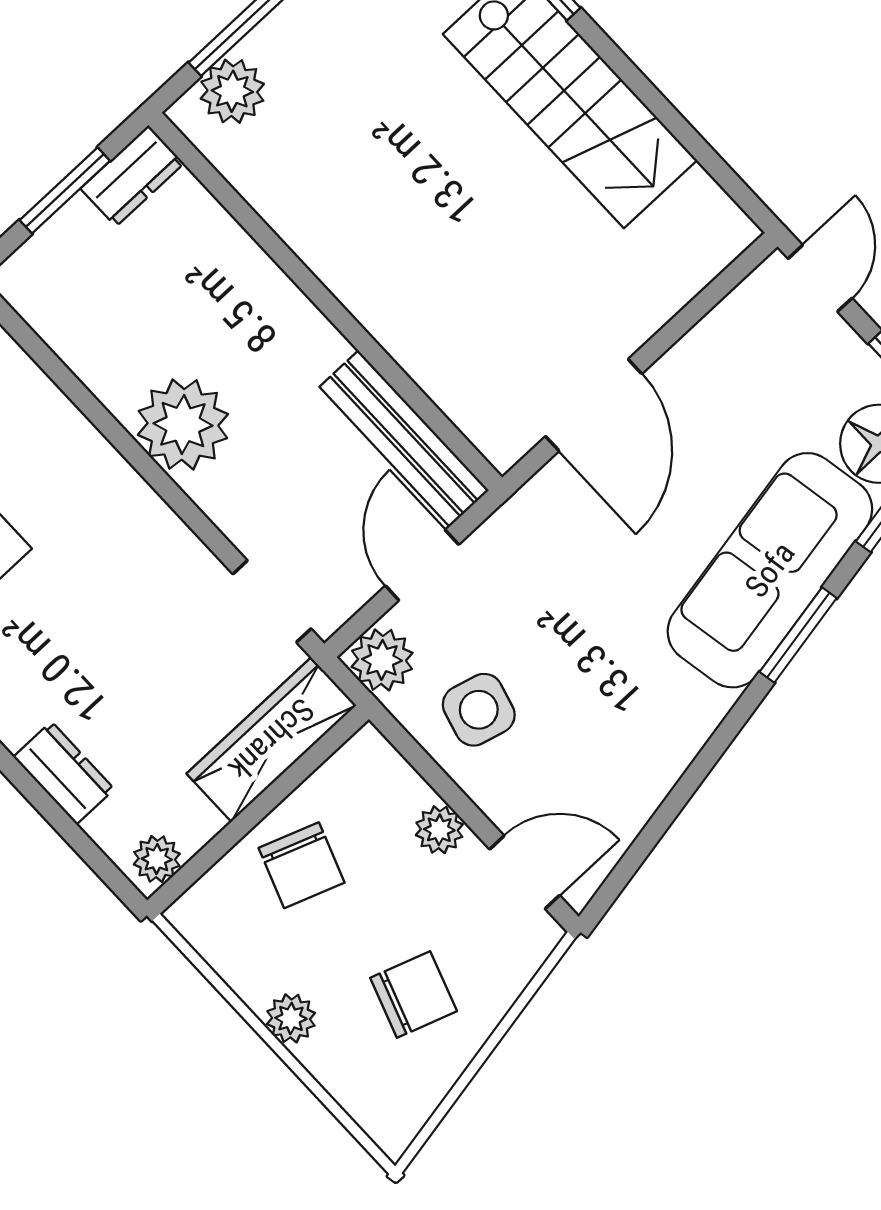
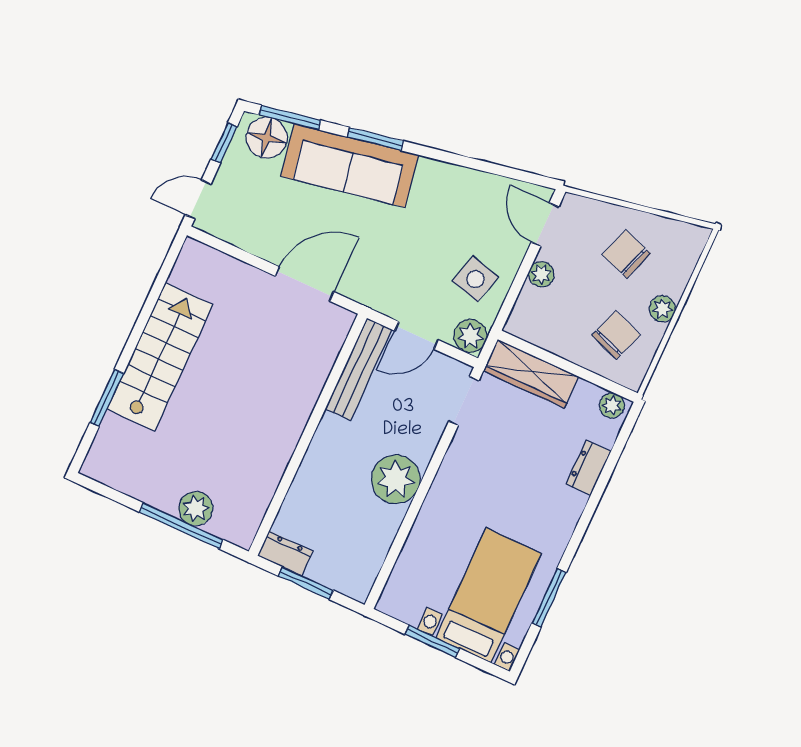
plant: (232, 91) -> (196, 509), moved
chair: (302, 865) -> (616, 335), moved

